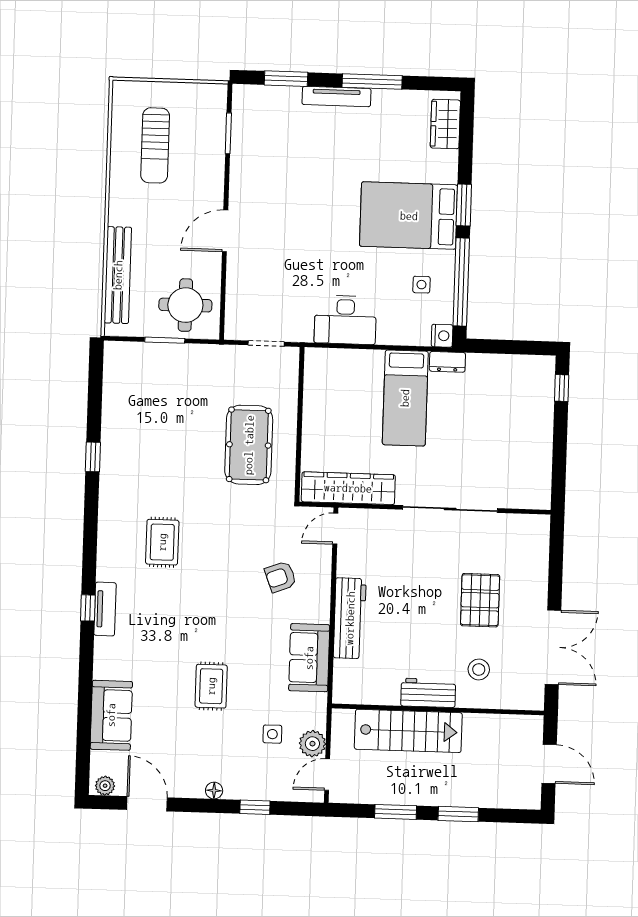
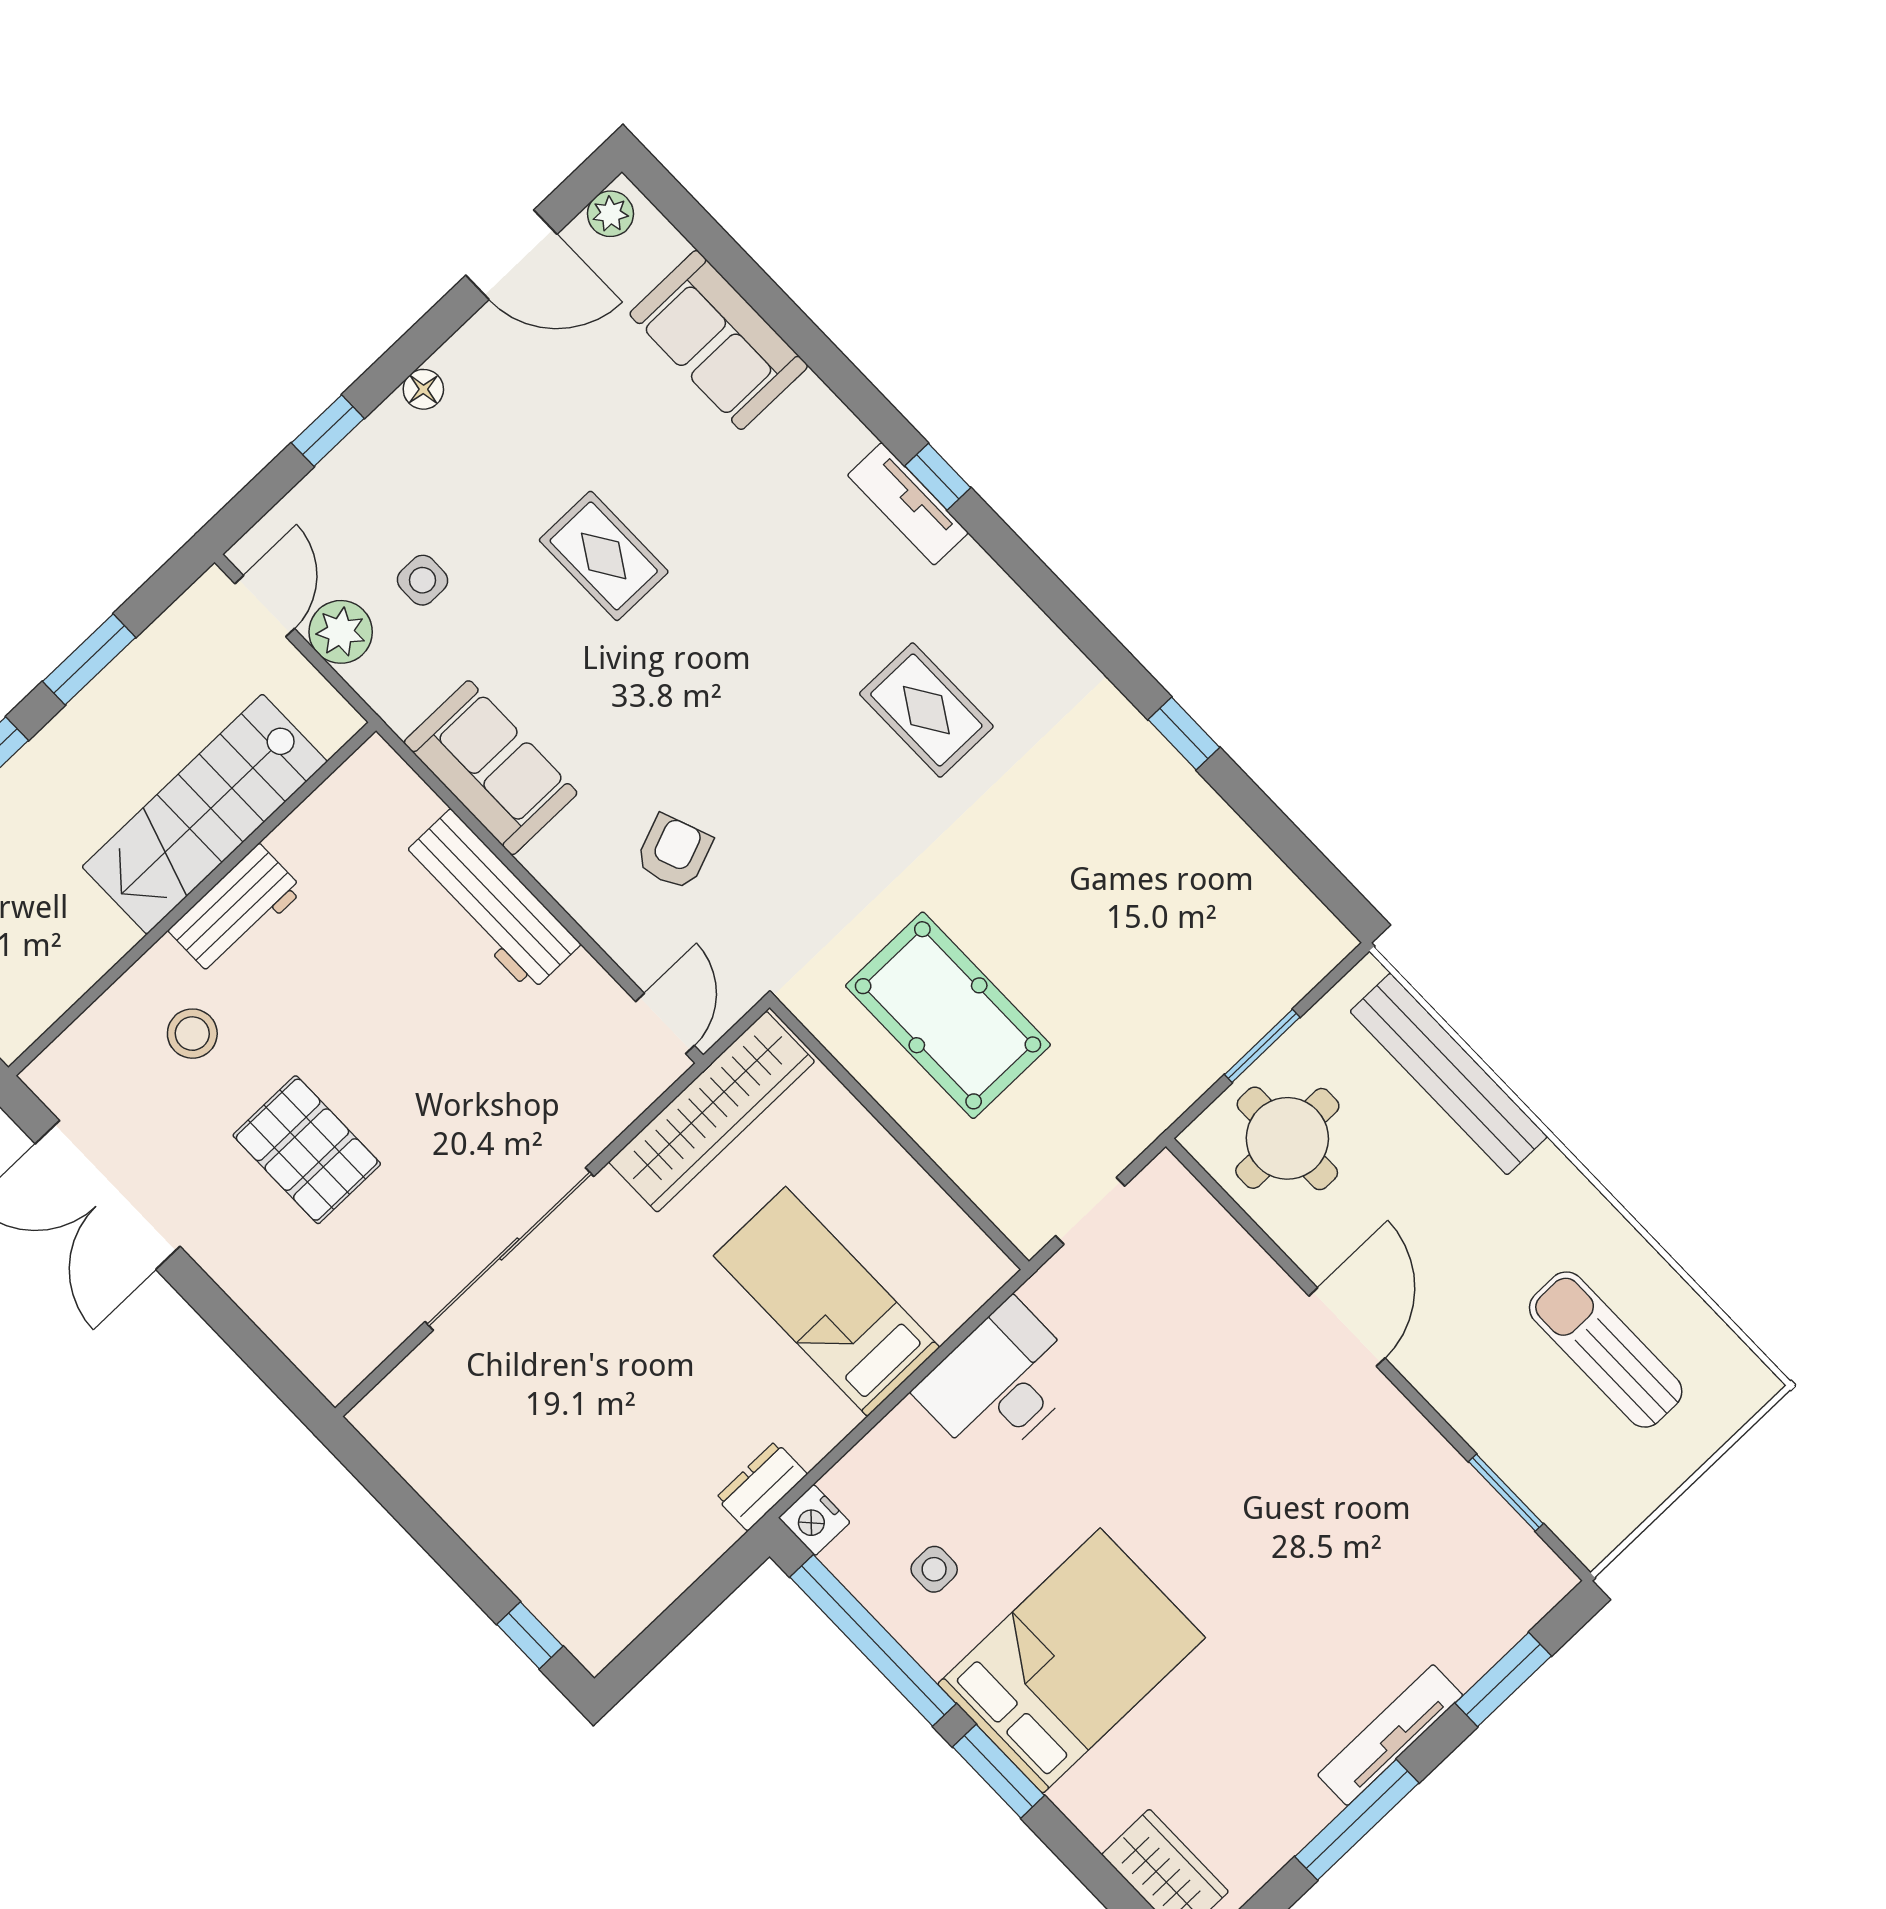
bed: (405, 398) -> (827, 1302), moved

